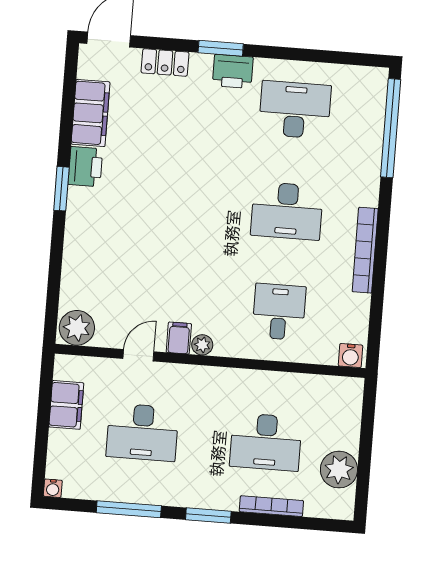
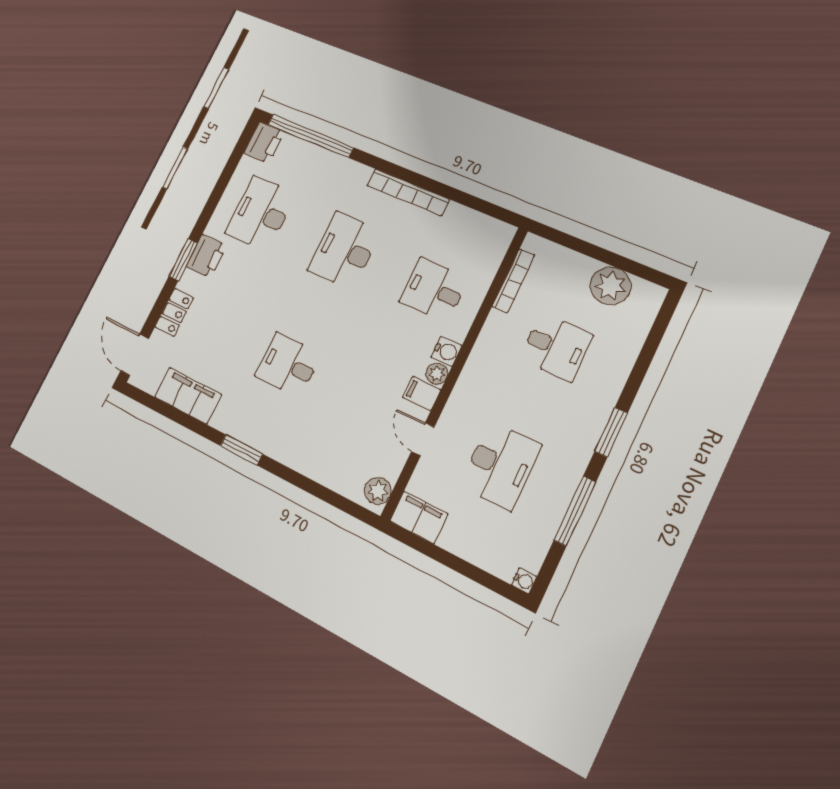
printer: (85, 167) -> (264, 142), moved, turned 90
desk: (158, 201) -> (288, 365), added
desk: (287, 211) -> (345, 250), turned 180
plant: (77, 328) -> (378, 491), width x0.73, depth x0.73
water cooler: (351, 356) -> (446, 351), moved
filing cabinet: (66, 405) -> (419, 517), moved
desk: (266, 442) -> (556, 347), width x0.73
bookcase: (271, 506) -> (513, 281), moved, turned 180

